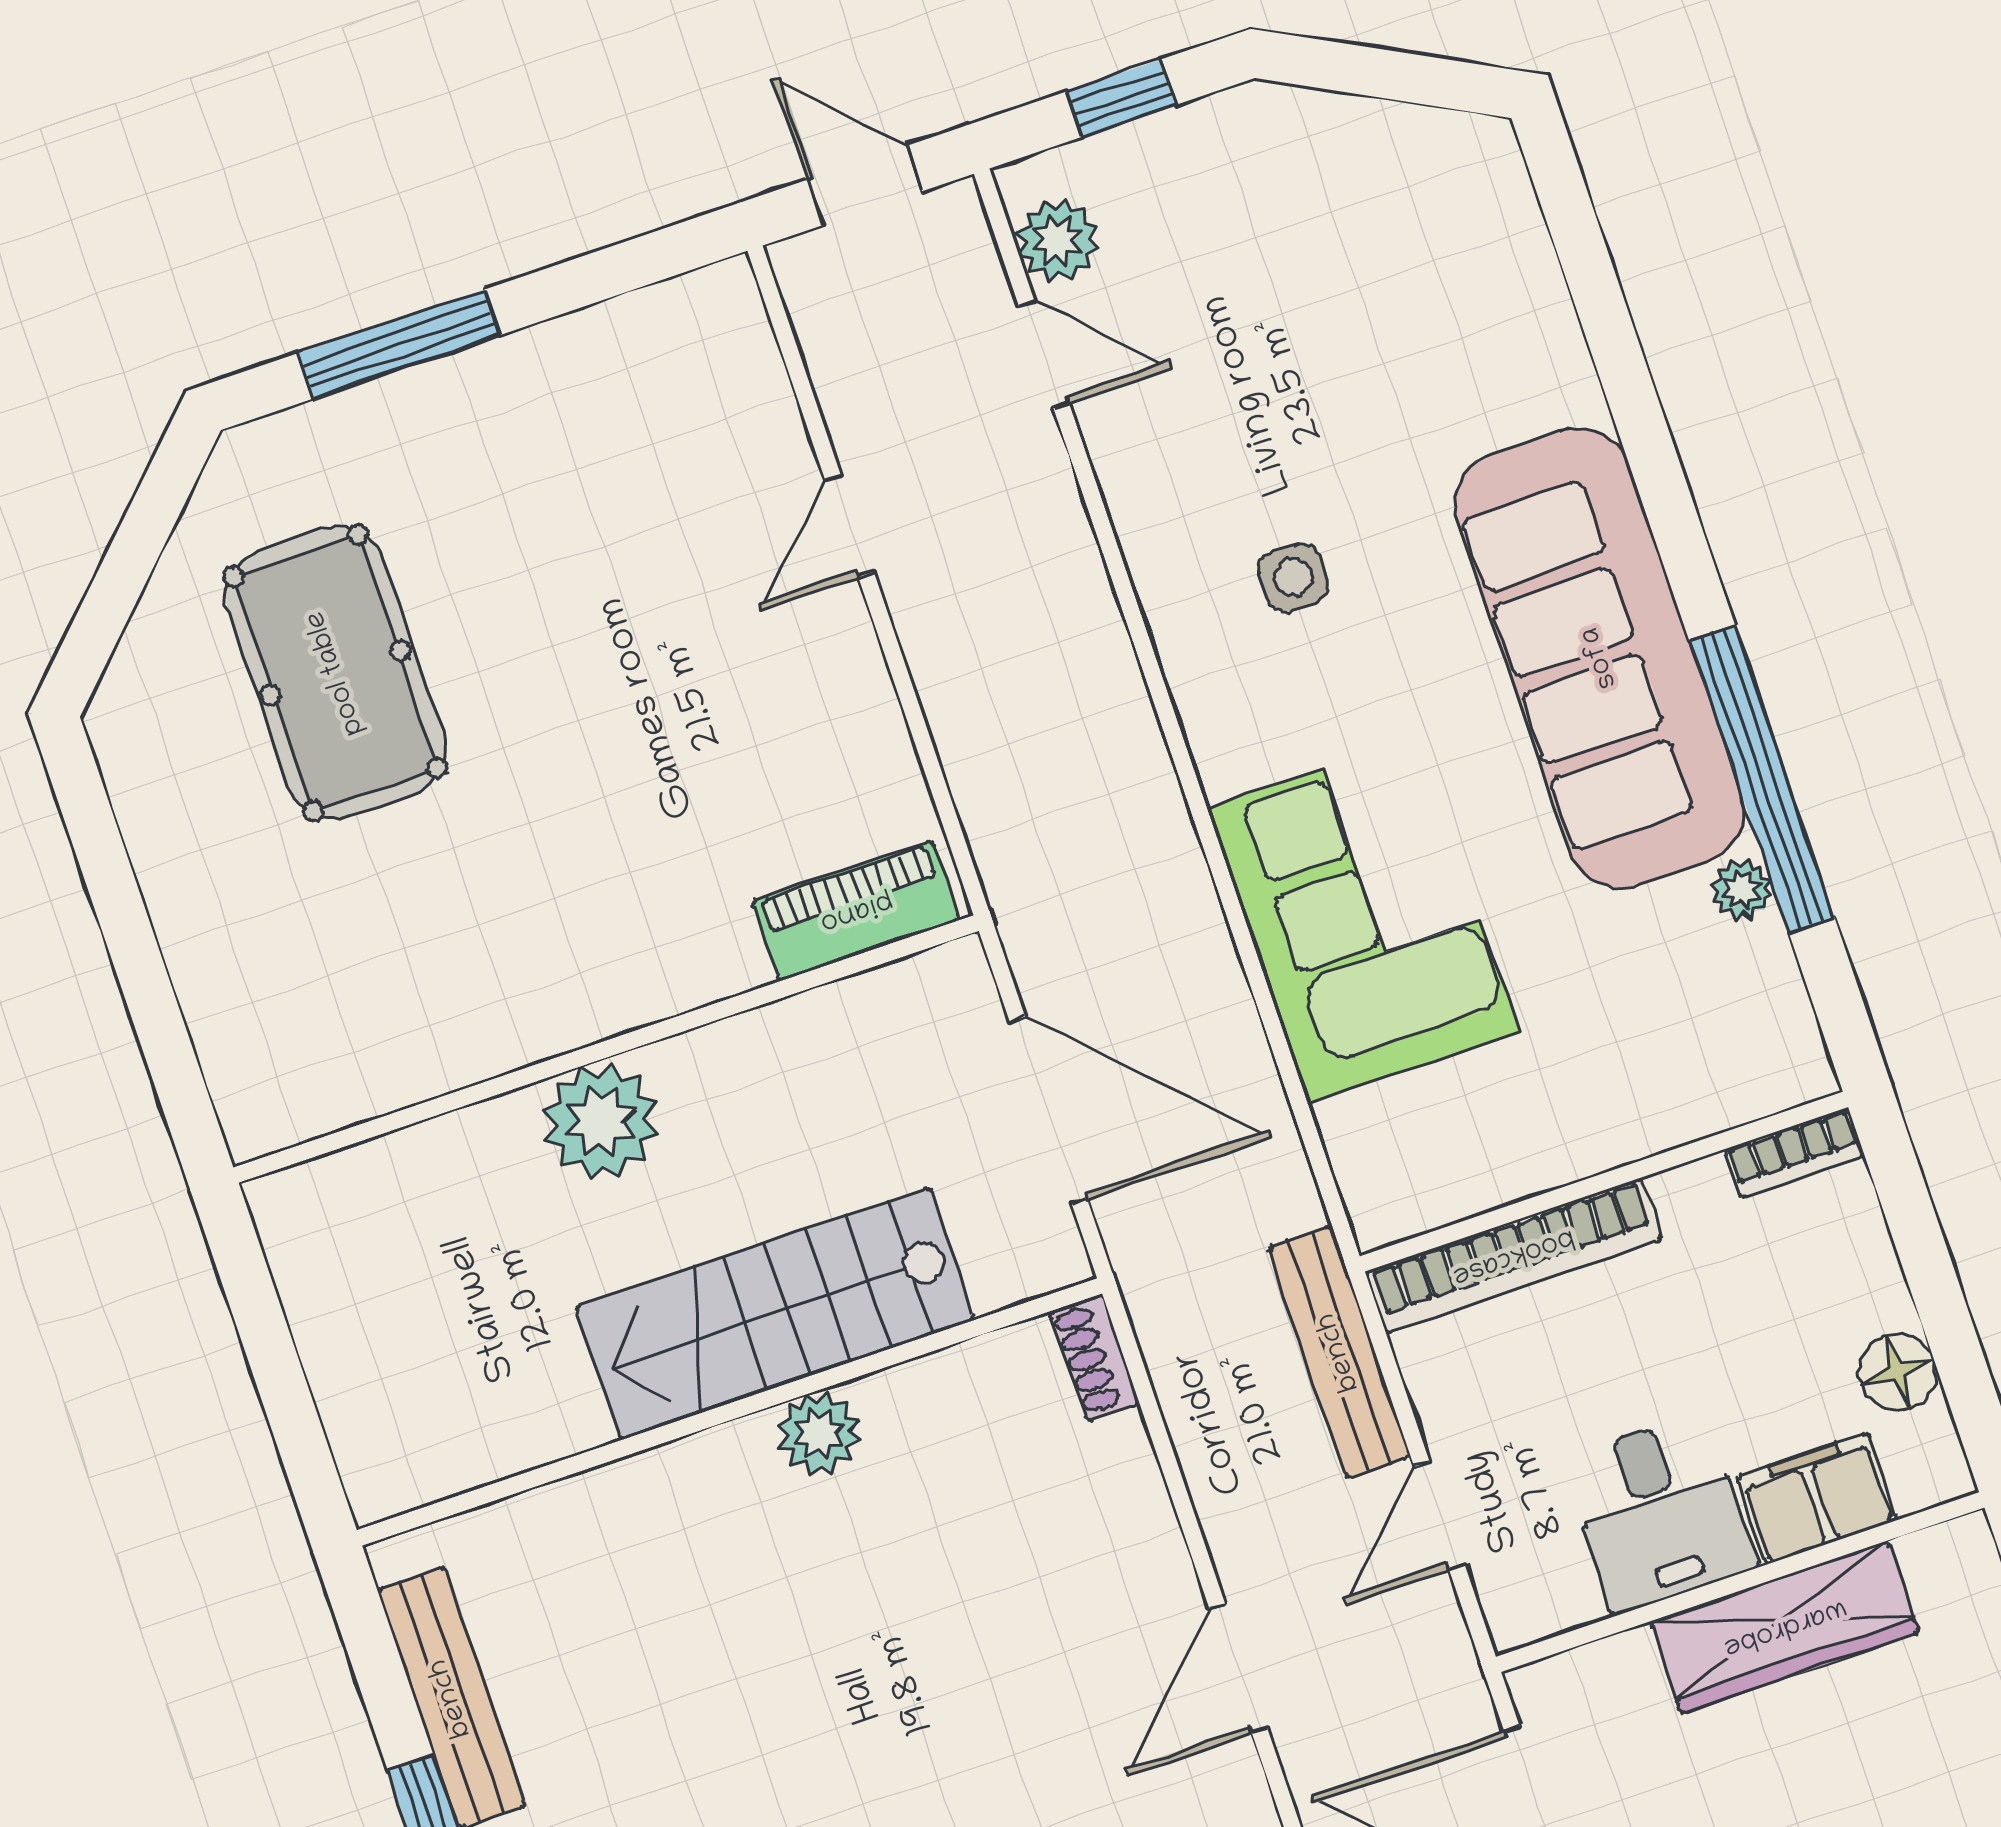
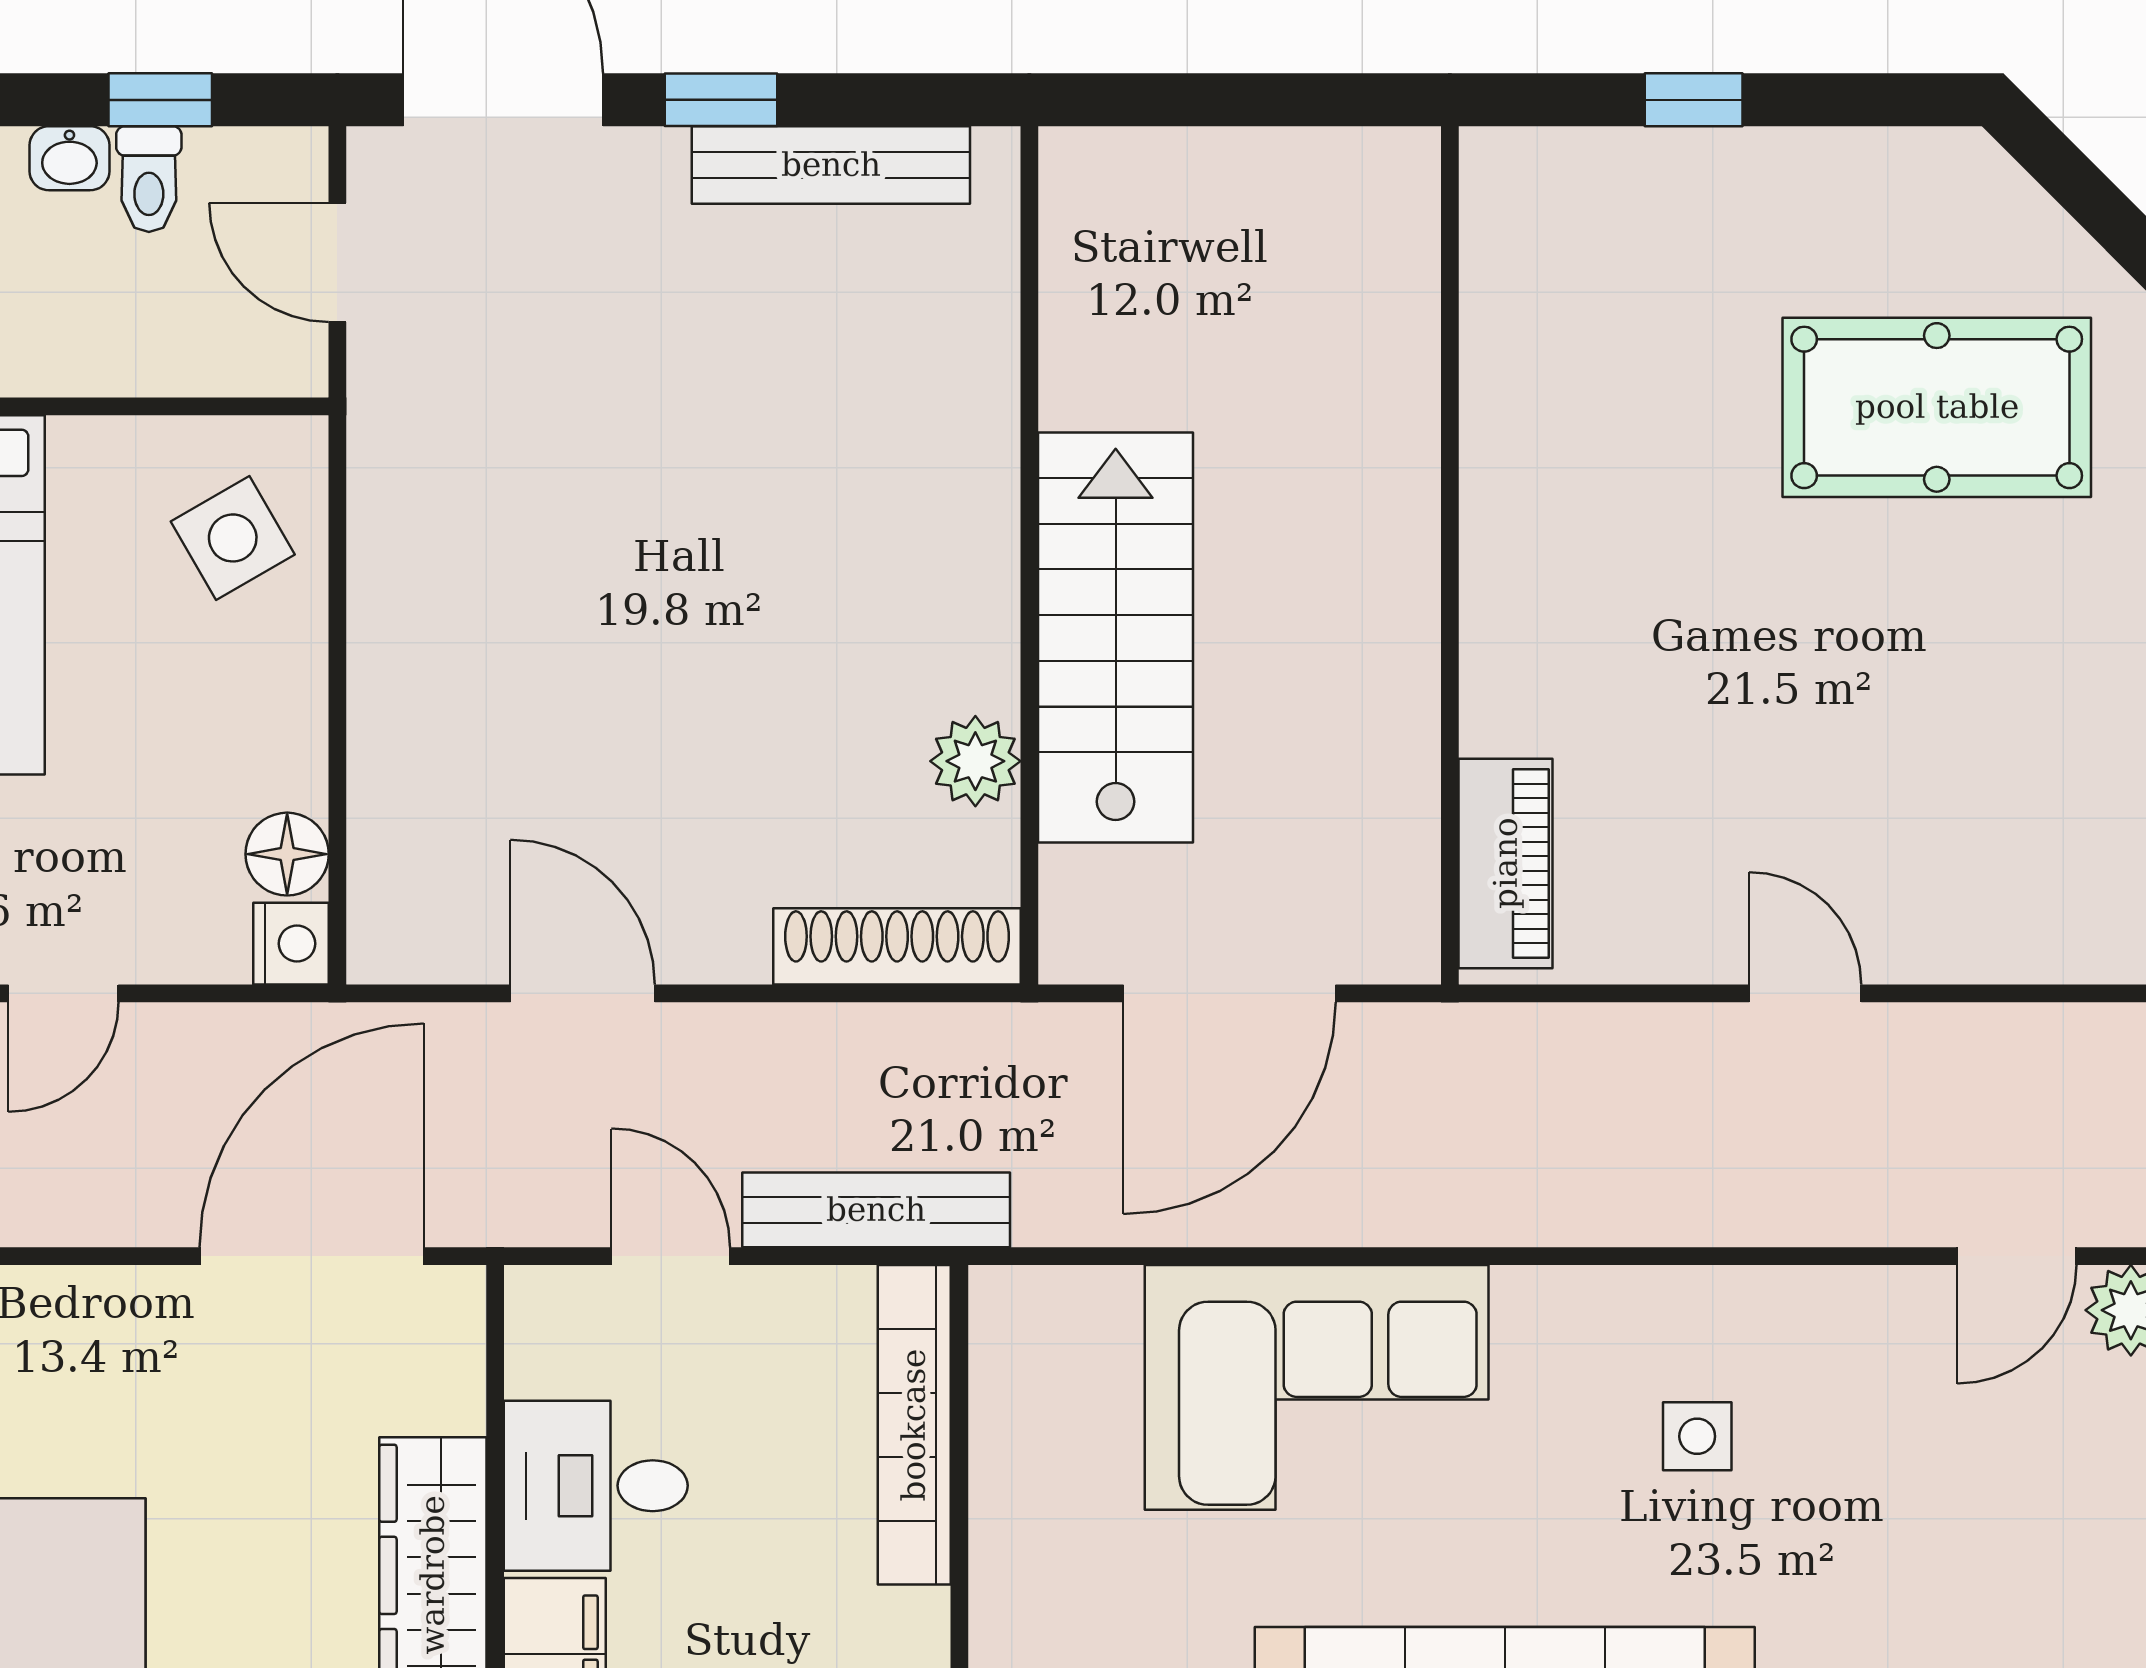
door: (849, 526) -> (1805, 993), moved
window: (142, 973) -> (1694, 100), added
plant: (601, 1121) -> (1377, 524), removed
shoe rack: (1094, 1357) -> (897, 946), width x1.94, depth x1.24
plant: (819, 1433) -> (975, 761), moved

